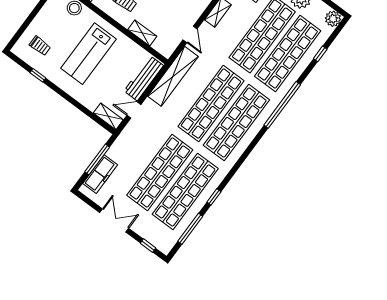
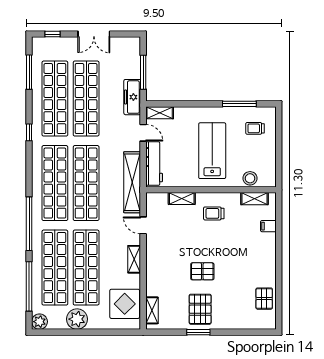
window: (320, 54) -> (29, 286), width x3.17
window: (38, 75) -> (239, 104), width x2.17
door: (134, 110) -> (143, 133), hinge flipped
freezer: (100, 174) -> (132, 97), moved
window: (214, 197) -> (29, 132), moved

